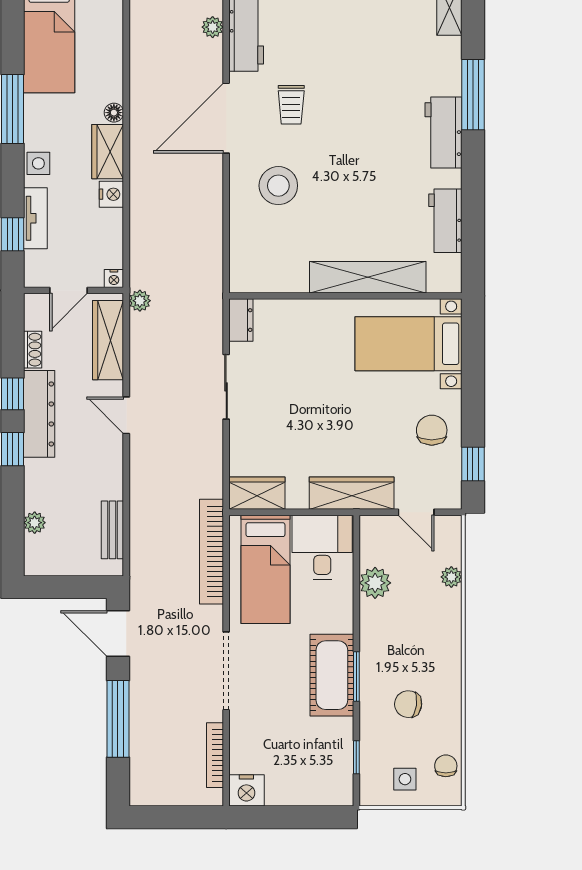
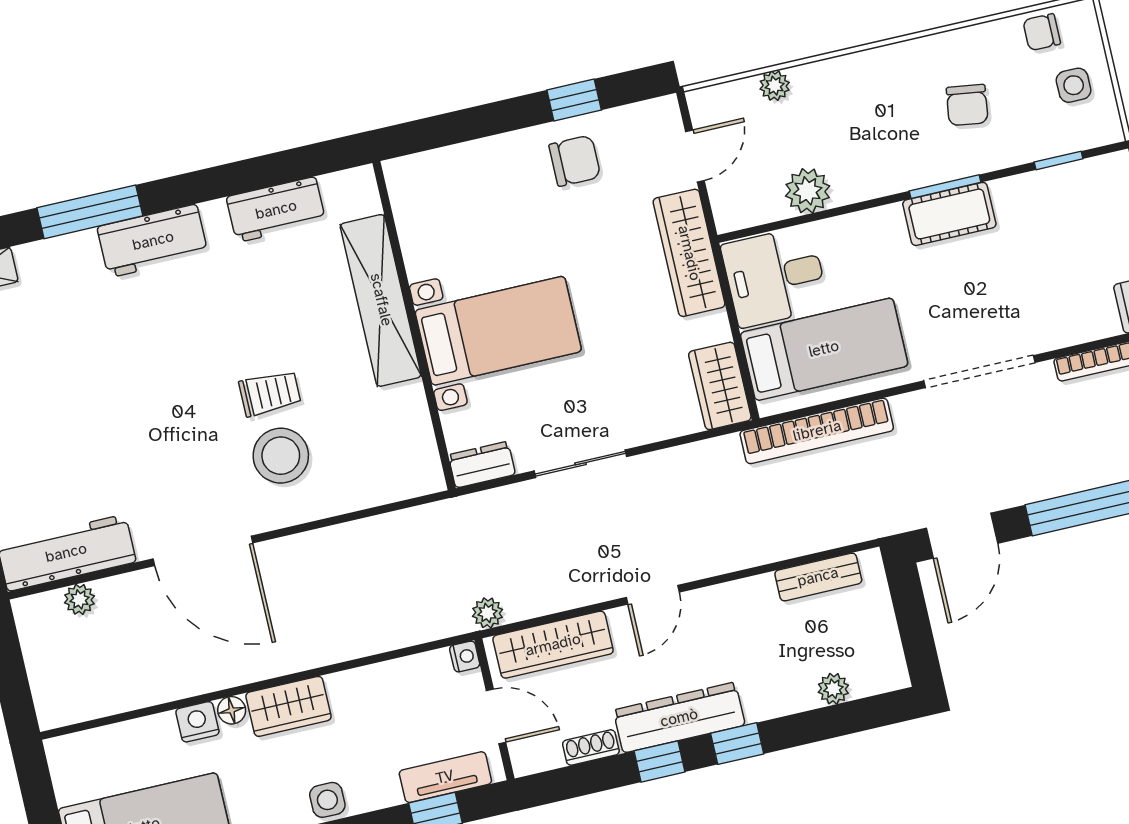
trolley: (291, 105) -> (270, 393), moved
nightstand: (111, 194) -> (197, 722), moved
tv unit: (35, 218) -> (445, 777), moved
bed with nightstands: (408, 344) -> (498, 331), moved, turned -90
chair: (432, 430) -> (575, 161), turned 180
window: (473, 464) -> (574, 100), moved
cot: (332, 675) -> (949, 214), width x0.73, depth x0.75

